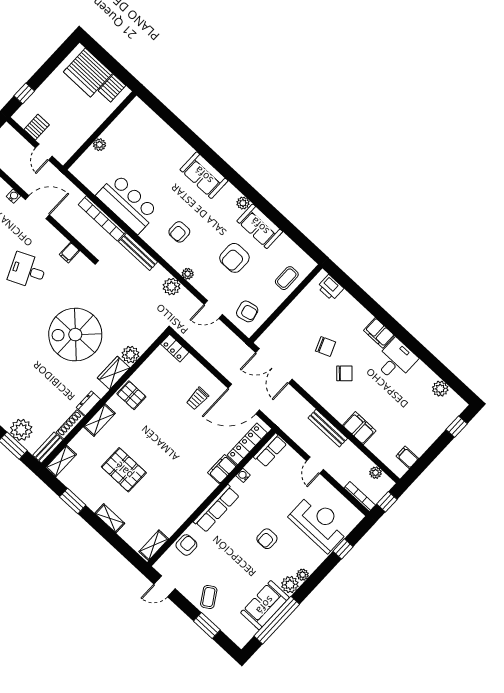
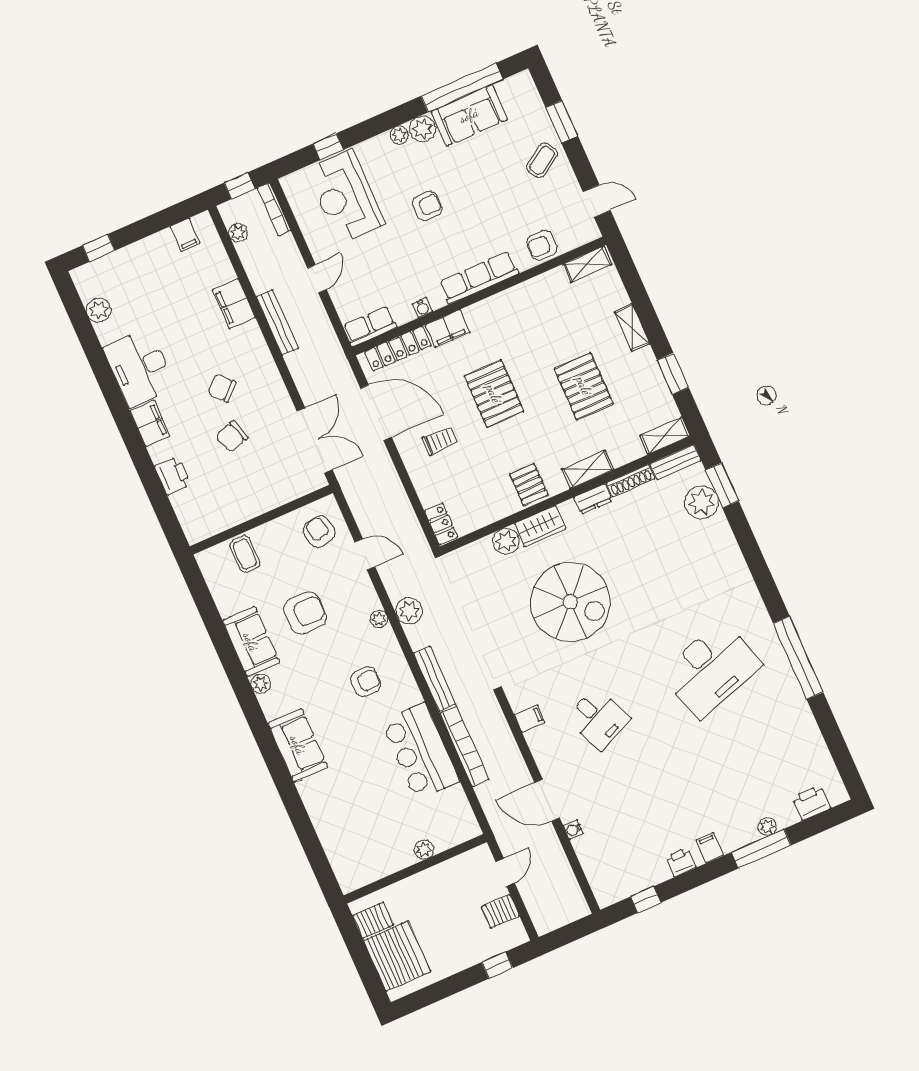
coffee table: (287, 278) -> (245, 554), turned 90
printer: (331, 288) -> (173, 476), moved
chair: (326, 347) -> (232, 437), turned -85
desk: (396, 360) -> (140, 368), width x1.37
pallet: (177, 442) -> (494, 394), added

